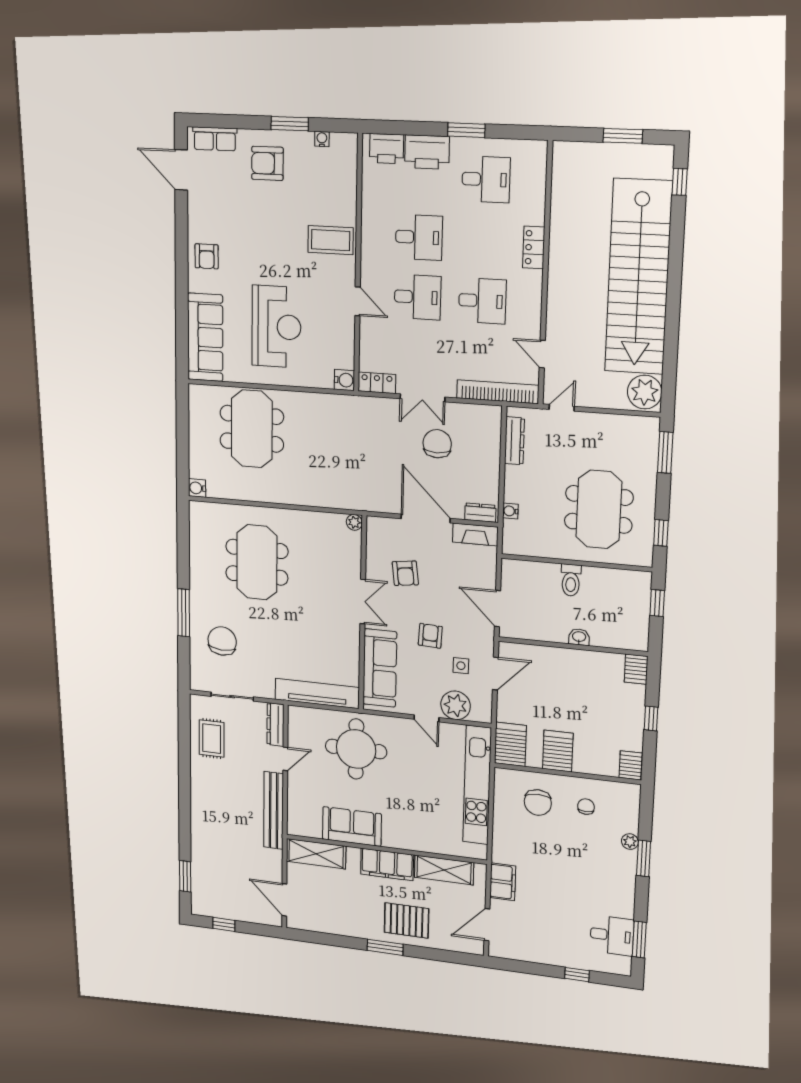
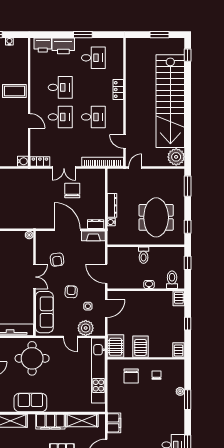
dresser: (514, 441) -> (112, 205), moved
toilet: (624, 633) -> (172, 280), added

